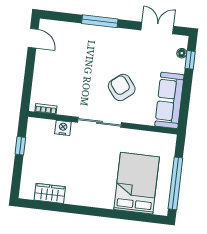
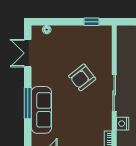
window: (190, 60) -> (92, 22), moved
sofa: (169, 100) -> (41, 110), moved, turned -90

